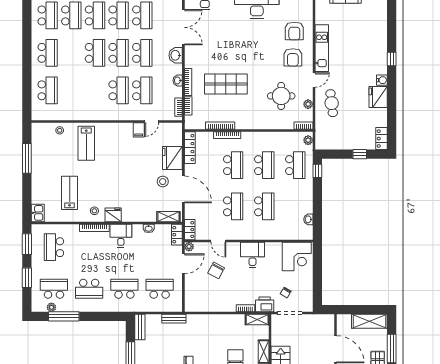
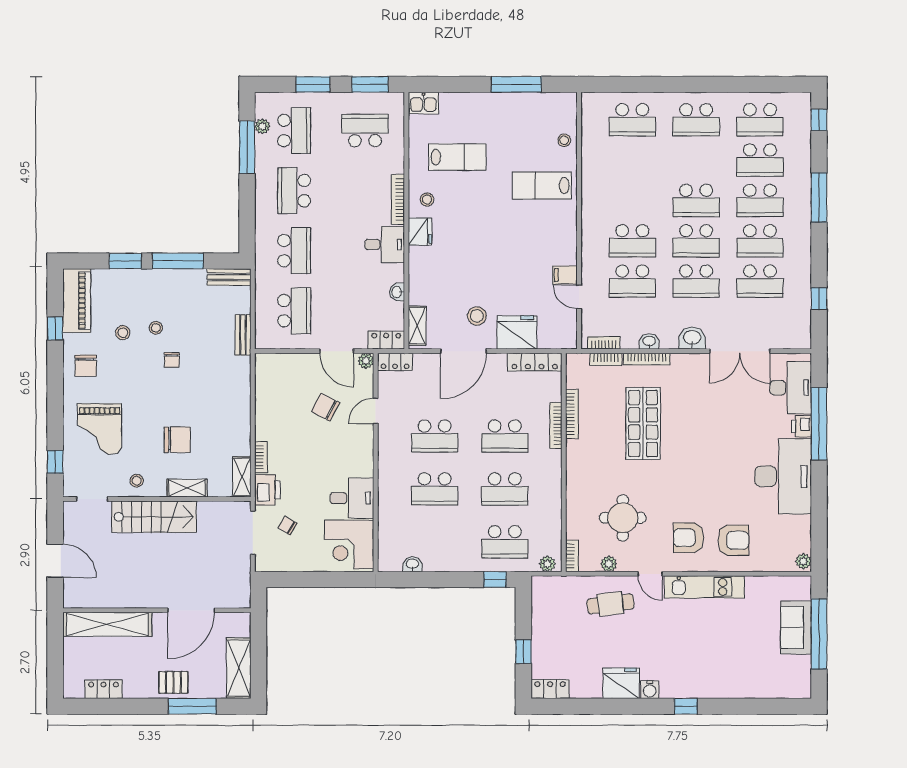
armchair: (294, 31) -> (733, 540), turned 180
desk: (252, 255) -> (352, 498), moved

